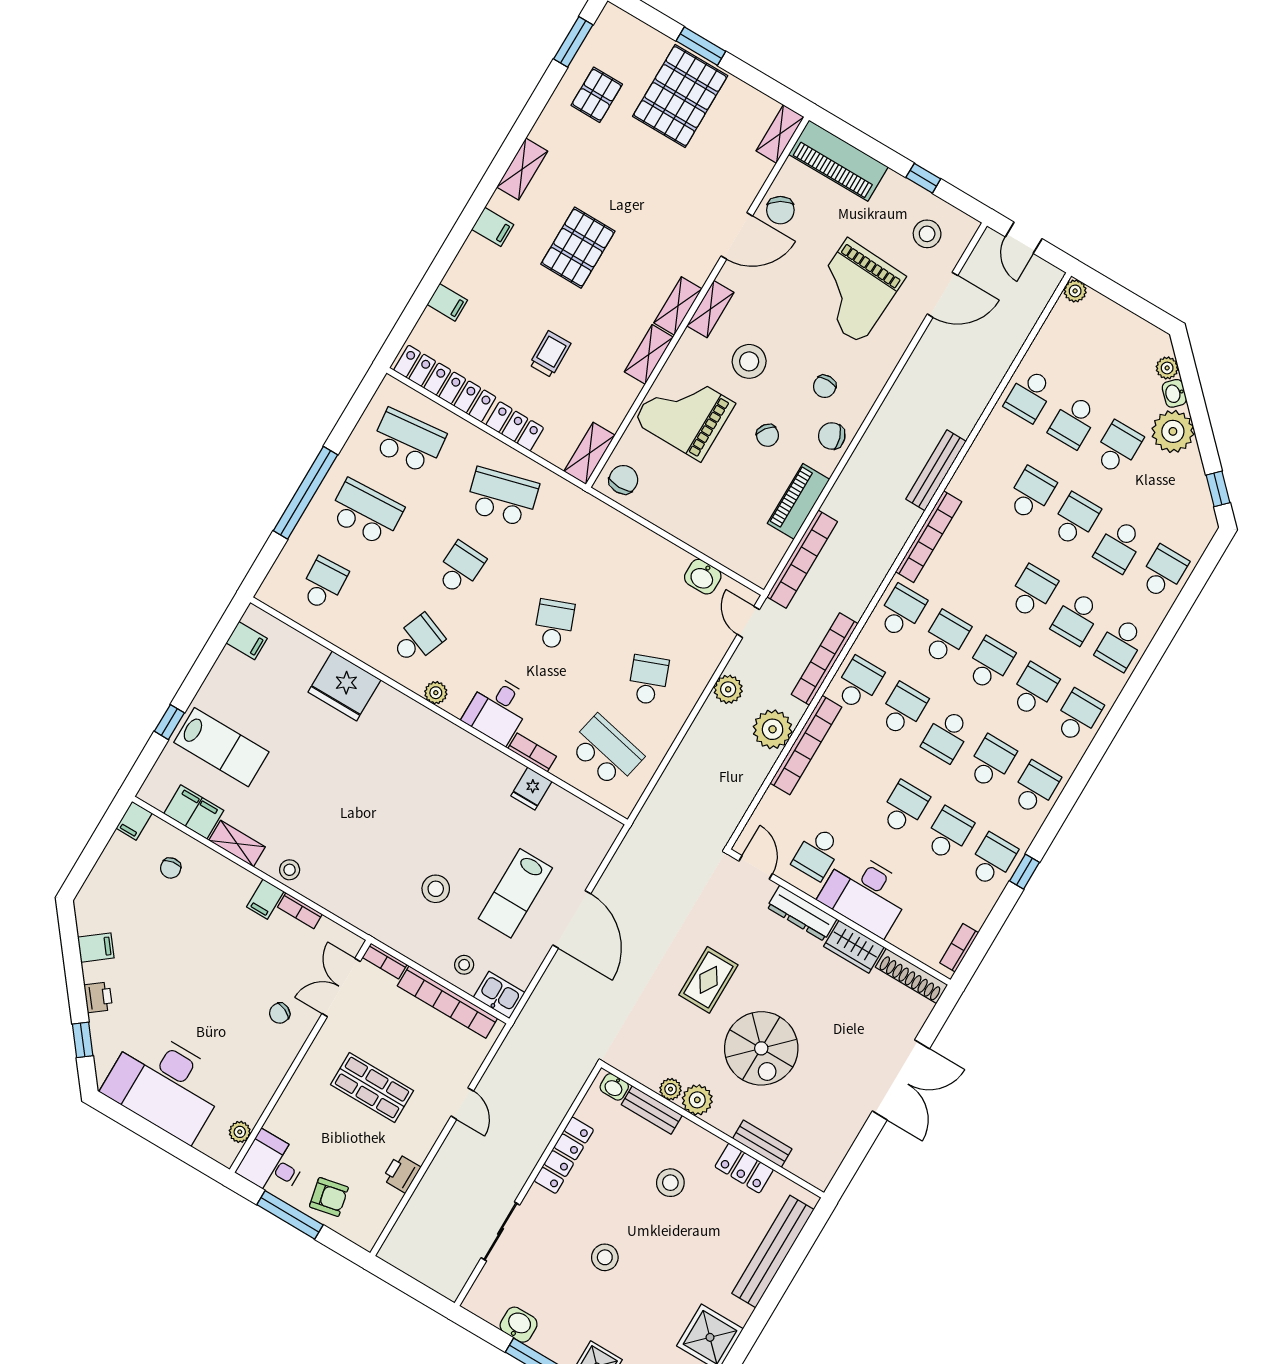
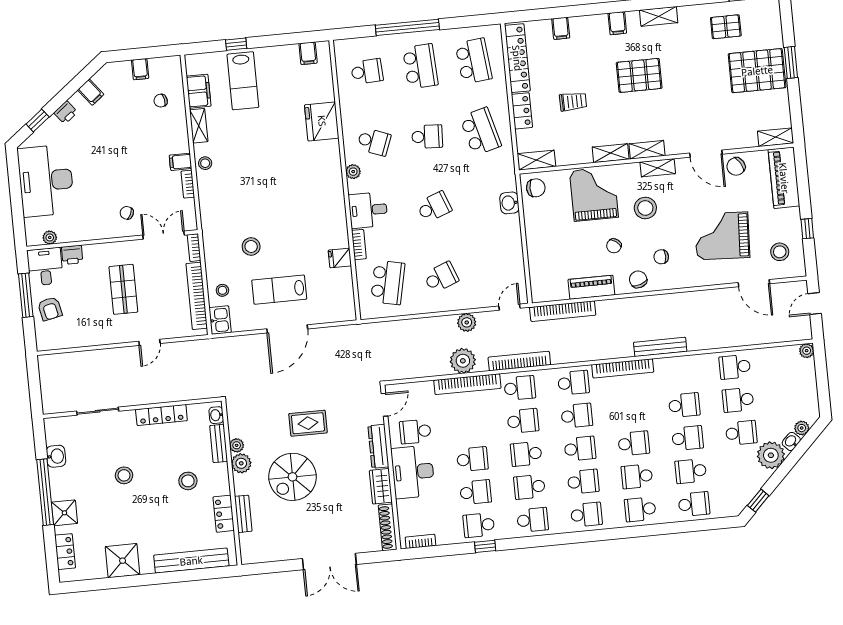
washbasin: (703, 577) -> (509, 203), moved
school desk: (991, 762) -> (529, 487), turned 180
filing cabinet: (134, 821) -> (140, 69), moved, turned -90
school desk: (992, 860) -> (479, 525), turned 180
printer: (401, 1173) -> (72, 255), moved, turned 180

